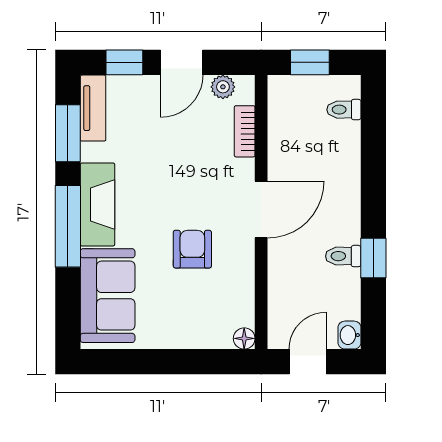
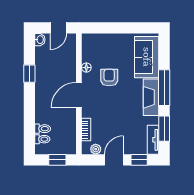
armchair: (192, 249) -> (109, 78), turned 180
toilet: (343, 256) -> (43, 129), moved
floor lamp: (244, 338) -> (86, 68), moved

